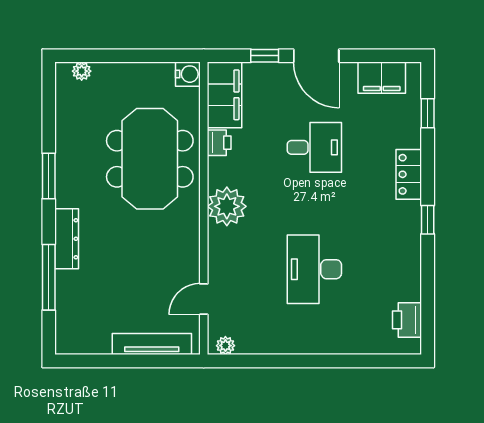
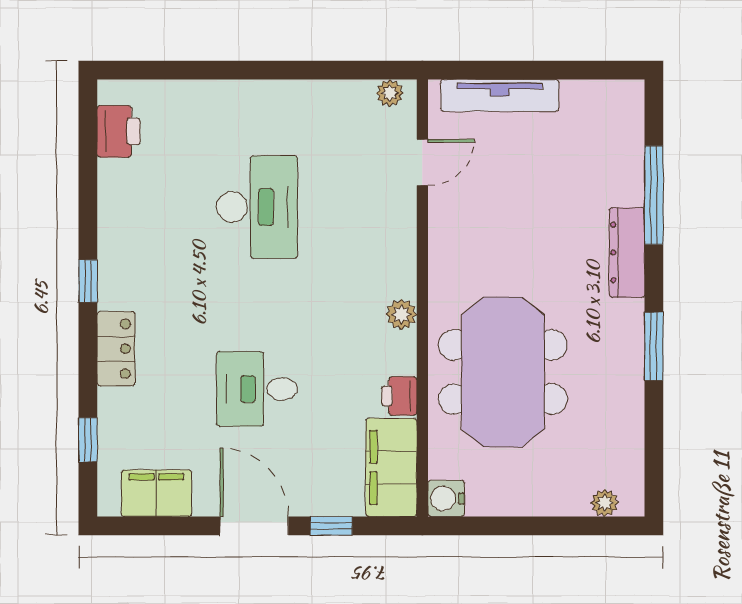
plant: (227, 206) -> (401, 314), width x0.53, depth x0.53

